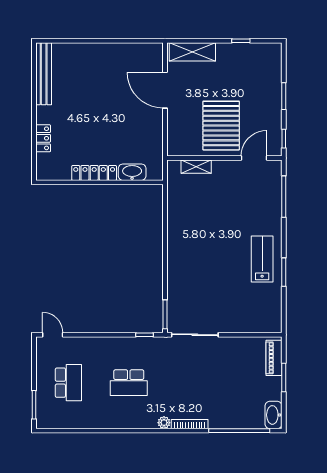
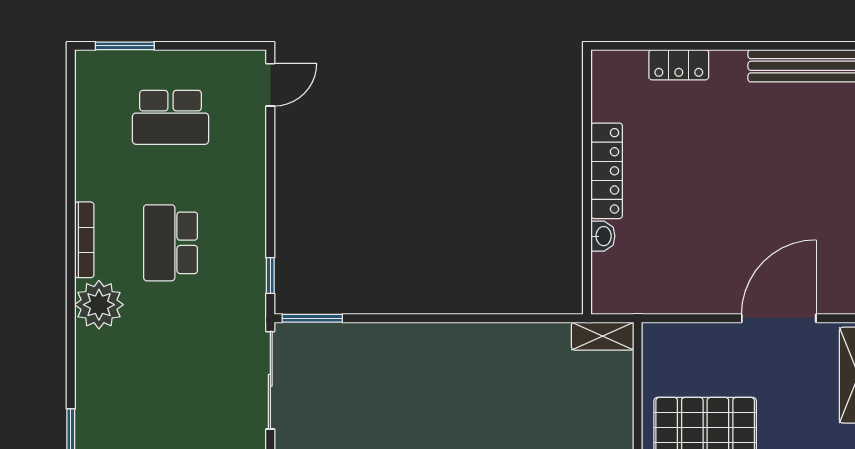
shelving: (196, 167) -> (603, 336), moved, turned 90
washbasin: (132, 172) -> (603, 236), width x0.52, depth x0.69
plant: (164, 423) -> (99, 305), width x1.87, depth x1.87
bookcase: (190, 424) -> (84, 240), moved

